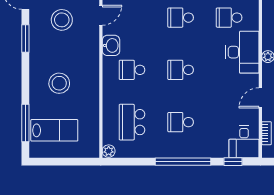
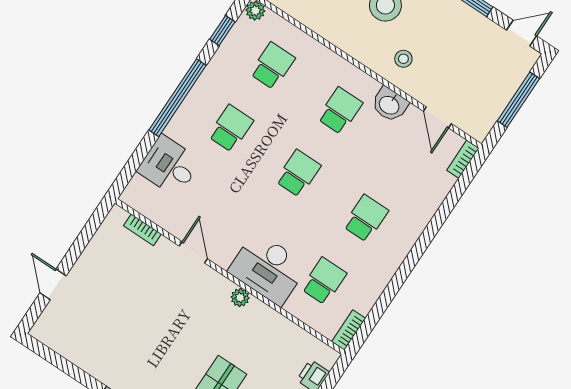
stool: (62, 20) -> (403, 59), moved, width x0.53, depth x0.53
school desk: (132, 122) -> (272, 66), width x0.54
desk: (244, 142) -> (169, 166), moved
window: (233, 162) -> (222, 31), moved

